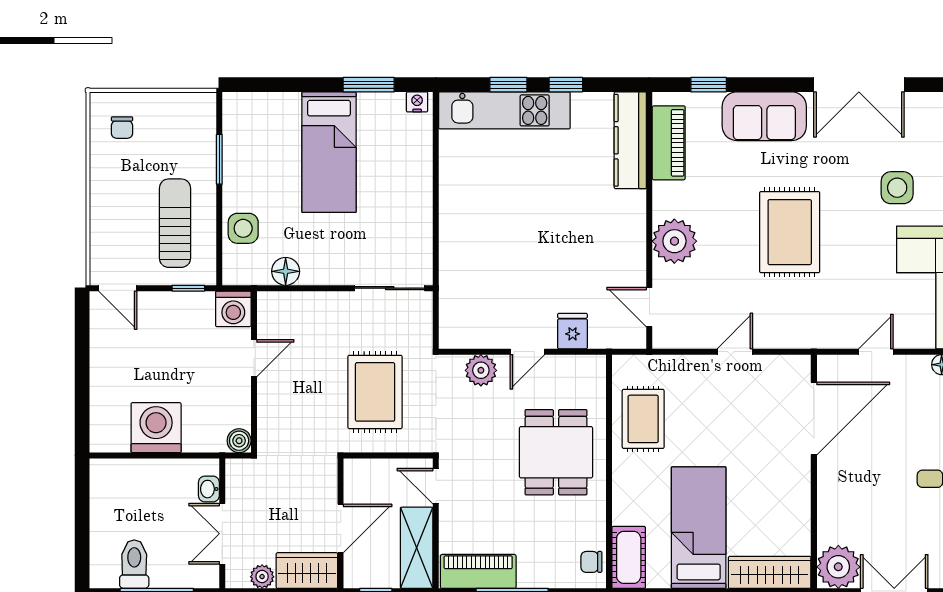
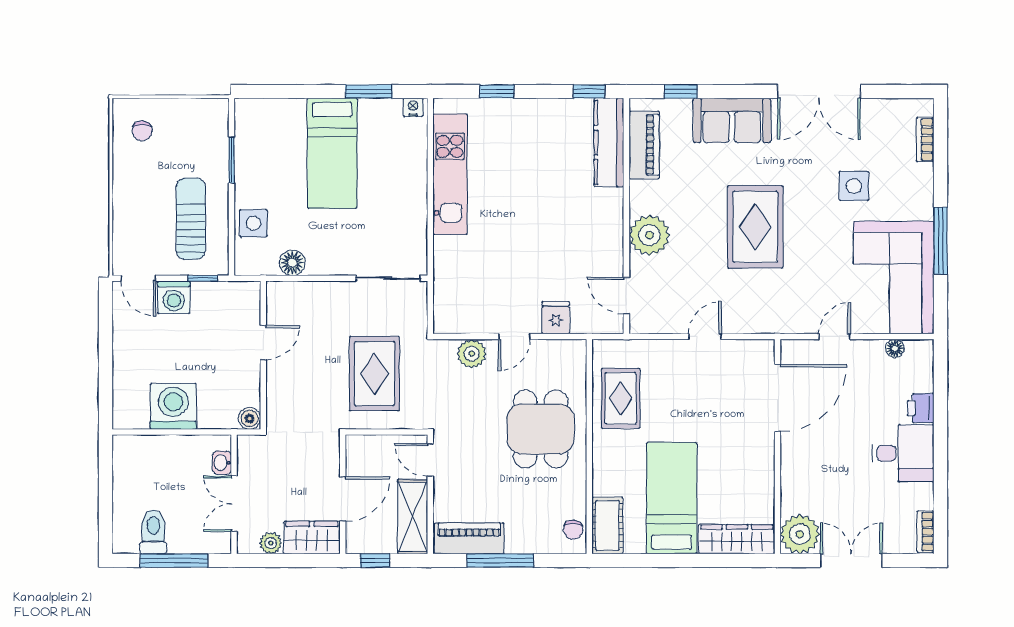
window: (566, 85) -> (589, 91), moved
kitchen unit: (504, 110) -> (450, 174), moved, turned -90
washing machine: (233, 309) -> (174, 297), moved
chair: (591, 562) -> (573, 530), turned -90

